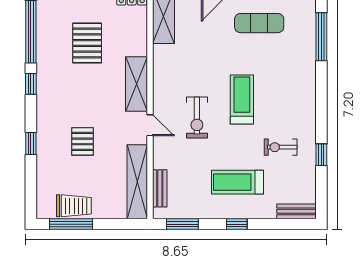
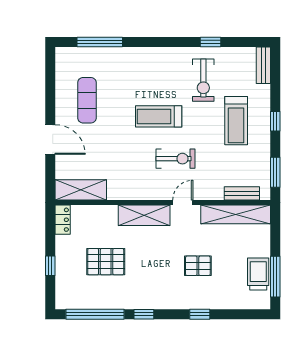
exercise bike: (281, 147) -> (203, 80), width x1.38, depth x1.39

